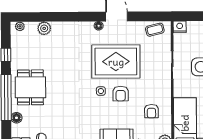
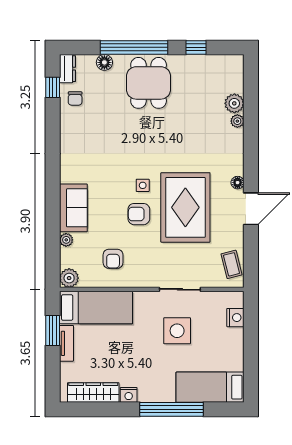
plant: (20, 26) -> (237, 121), moved
nightstand: (180, 27) -> (235, 318), moved
dining table: (30, 87) -> (149, 83), turned 90
armchair: (151, 111) -> (113, 259), turned -90

